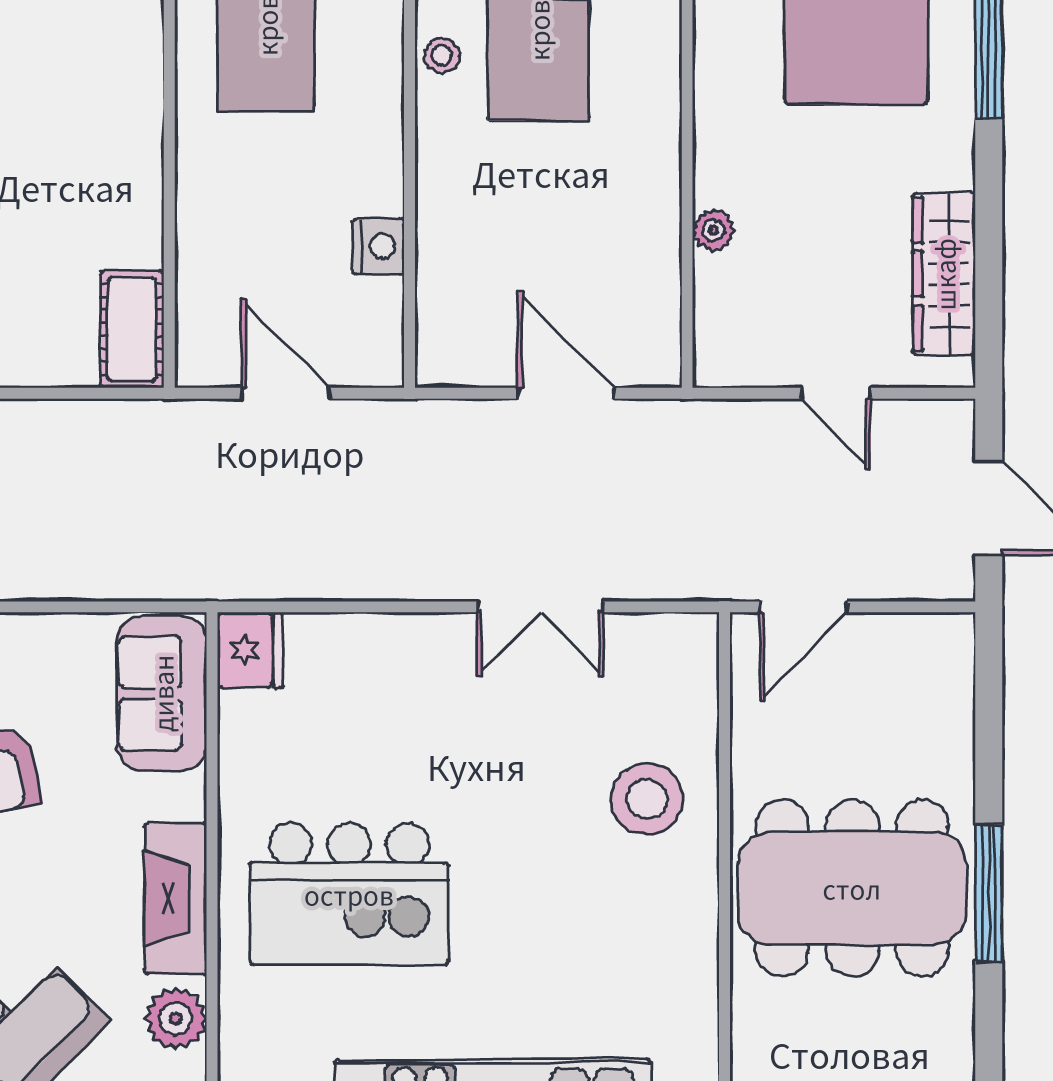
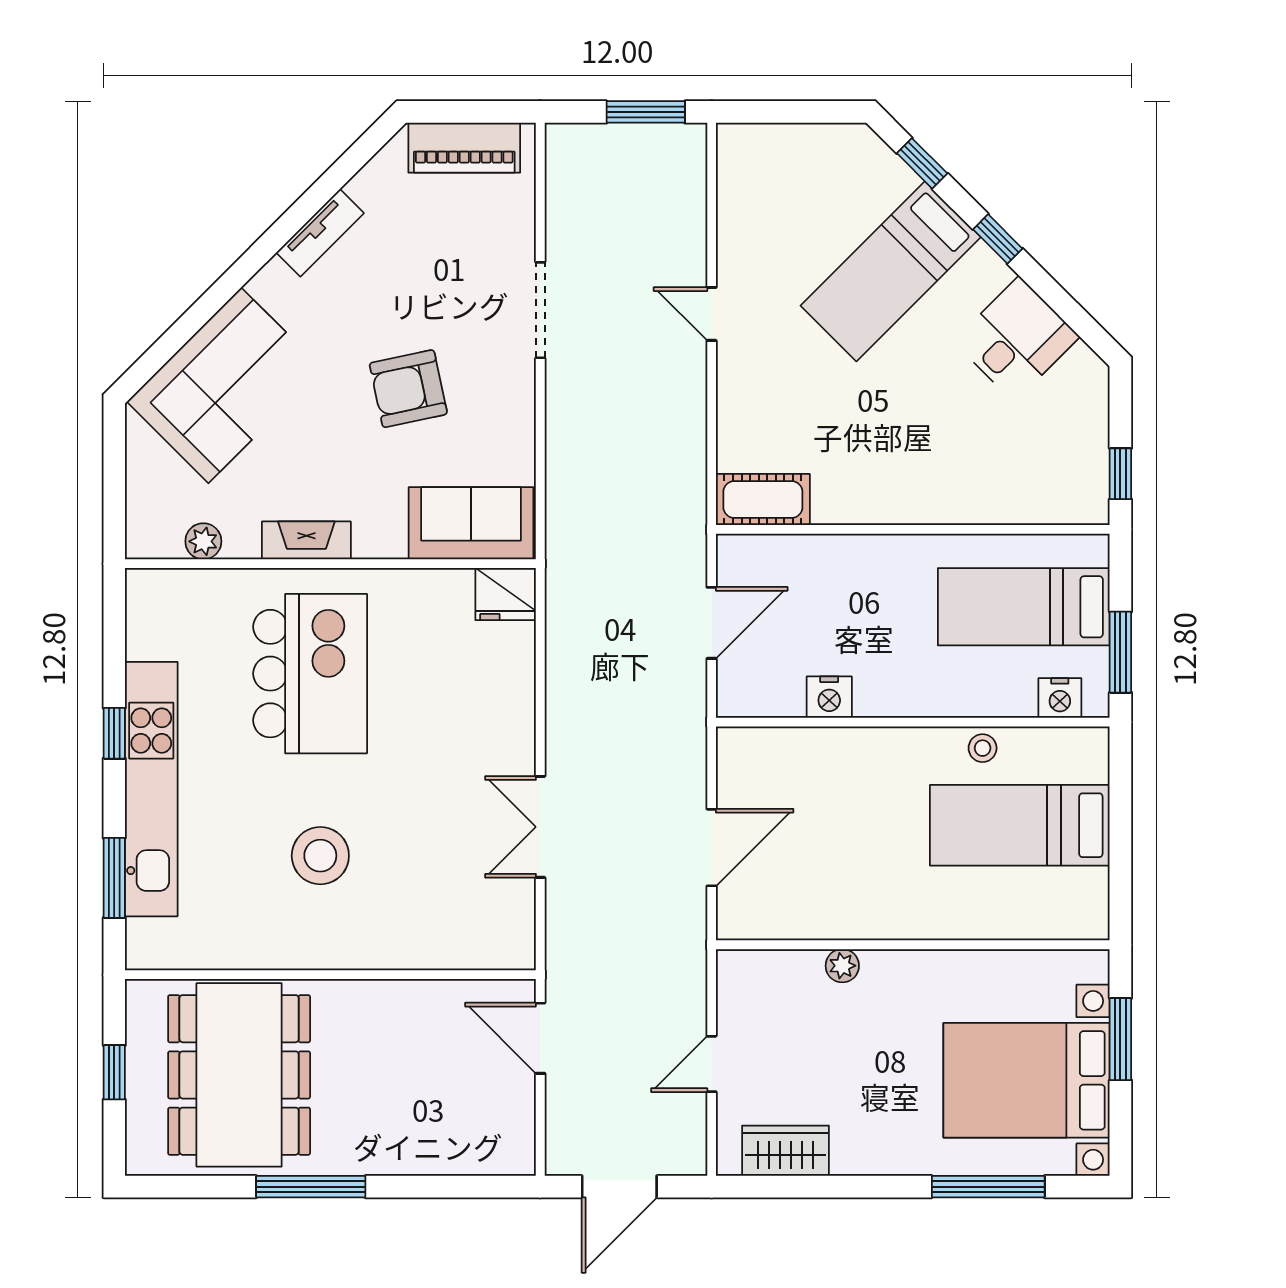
wardrobe: (944, 274) -> (785, 1151), width x0.67
stool: (647, 799) -> (320, 856), moved
dining table: (852, 888) -> (239, 1075), moved
kitchen island: (349, 894) -> (310, 674), turned 180
fireplace: (175, 899) -> (306, 540), width x0.73, depth x0.76
plant: (176, 1019) -> (203, 541), width x0.73, depth x0.73

